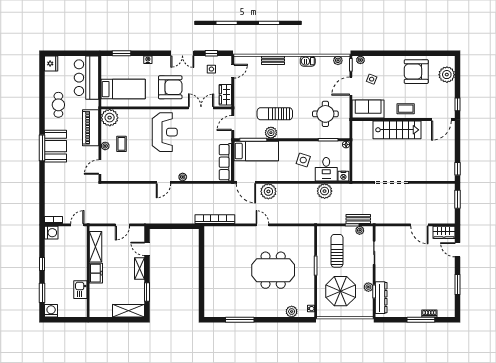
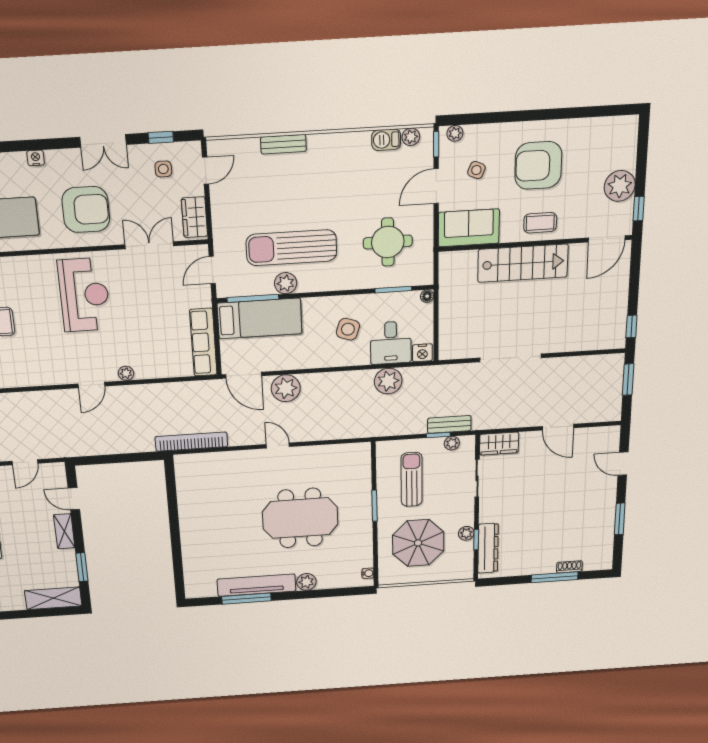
barbecue: (308, 61) -> (386, 140), moved
armchair: (416, 72) -> (538, 165), moved
plant: (447, 75) -> (620, 186), moved
sun lounger: (275, 114) -> (291, 248), width x1.36, depth x1.34
wardrobe: (444, 232) -> (499, 444), moved
tv unit: (246, 311) -> (257, 585), added
plant: (292, 312) -> (306, 582), moved

